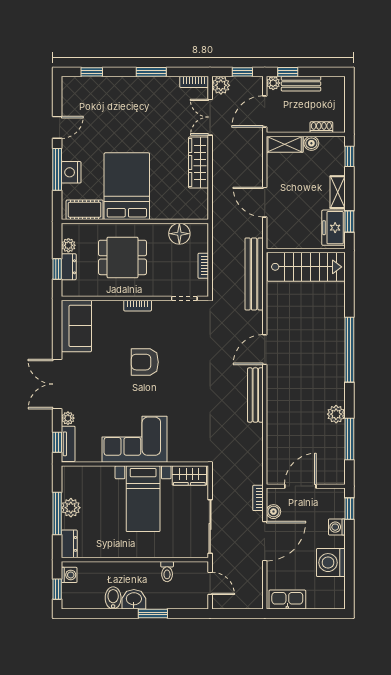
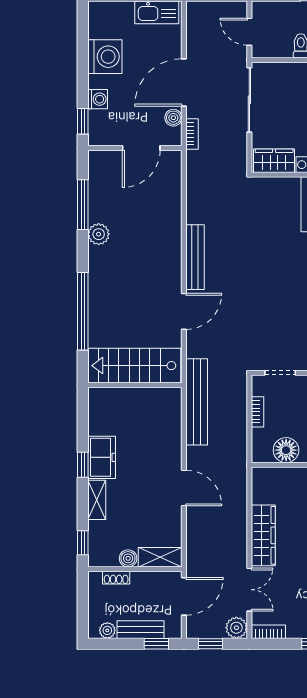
plant: (273, 83) -> (107, 630), moved
wall: (306, 250) -> (135, 385), moved
stairs: (306, 267) -> (134, 366), moved

